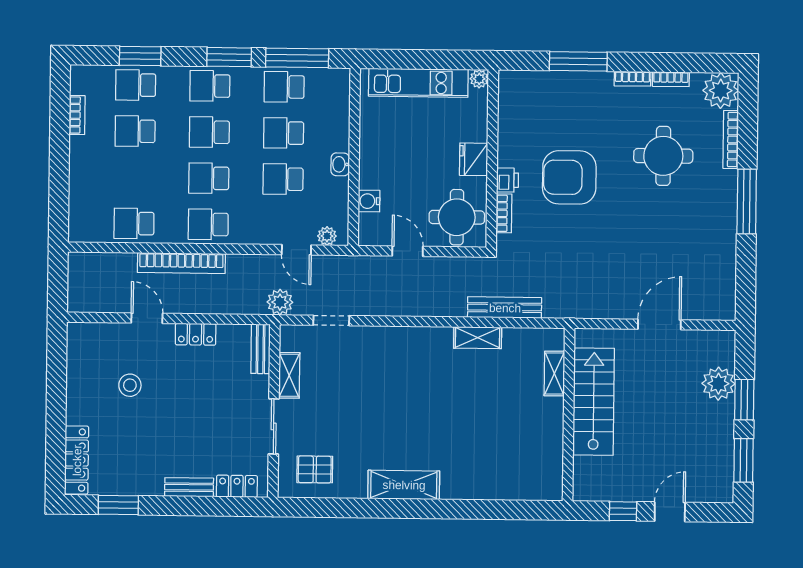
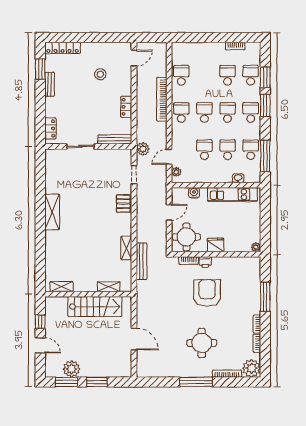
window: (229, 57) -> (265, 105), moved
kitchen unit: (418, 83) -> (232, 194), moved, turned -90
round table: (663, 156) -> (202, 343), moved
washbasin: (340, 164) -> (238, 178), moved
door: (147, 318) -> (134, 58), moved
bench: (260, 349) -> (115, 139), width x1.36
shelving: (289, 375) -> (62, 287), moved
plant: (718, 384) -> (72, 369), moved
pallet: (315, 469) -> (123, 204), moved
bench: (189, 487) -> (50, 84), moved

